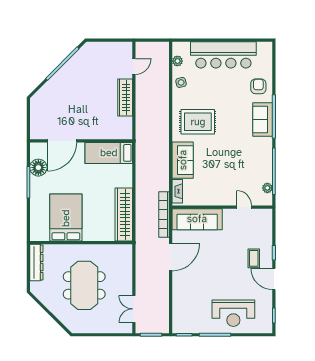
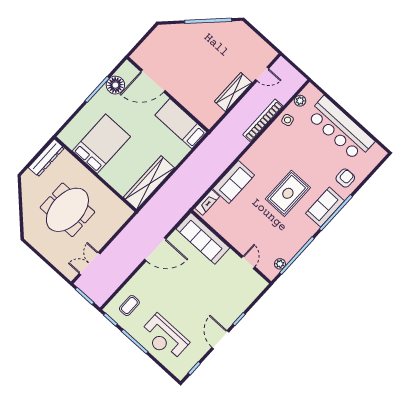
rug: (198, 122) -> (288, 193), moved, turned 90
bookcase: (164, 214) -> (263, 120), moved
coffee table: (254, 258) -> (129, 306), moved

